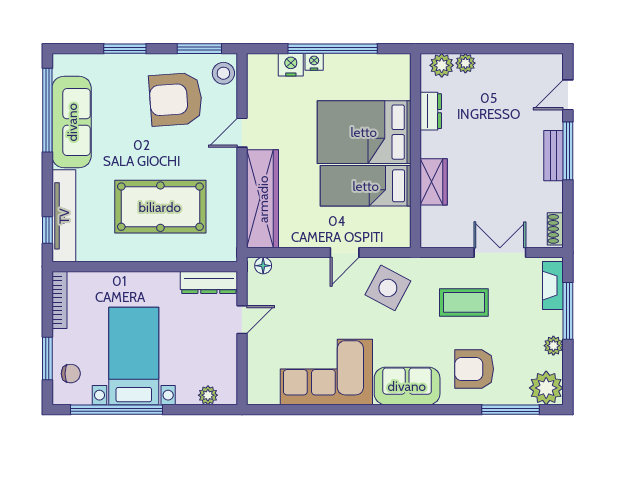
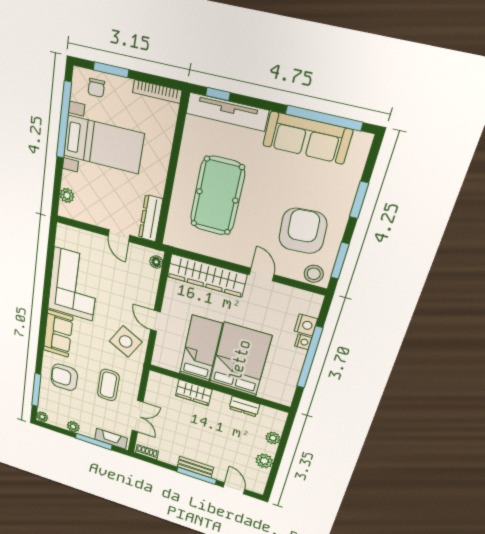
plant: (442, 65) -> (264, 461), moved
armchair: (474, 369) -> (64, 377), turned -90
plant: (546, 388) -> (42, 417), width x0.53, depth x0.53

